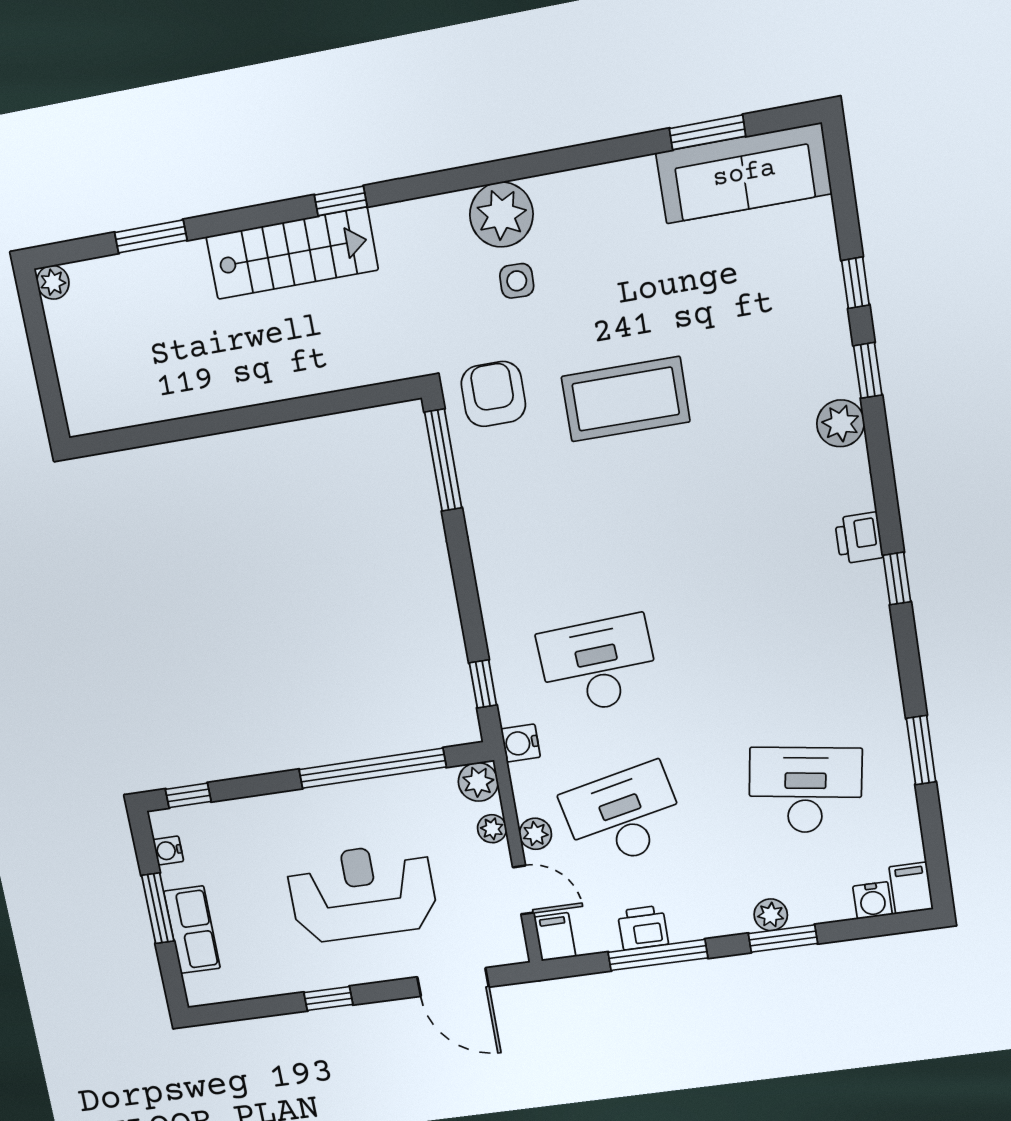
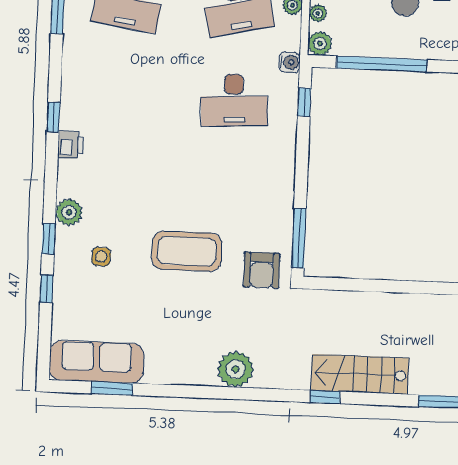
side table: (517, 281) -> (101, 257), moved

